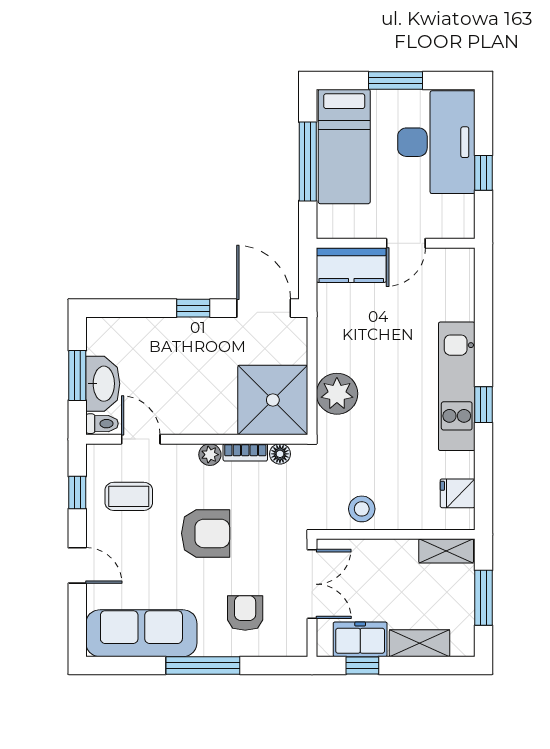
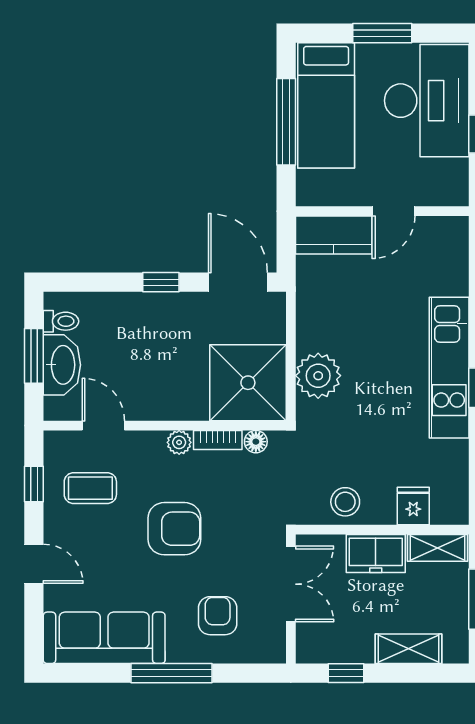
toilet: (102, 424) -> (61, 321), moved
fridge: (458, 493) -> (413, 506), moved, turned 90
freezer: (360, 639) -> (376, 553), moved, turned 180

